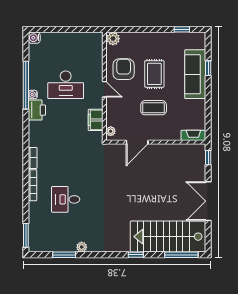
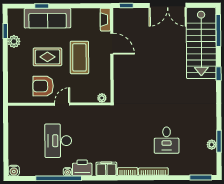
plant: (113, 39) -> (14, 41), moved
desk: (66, 85) -> (58, 141), turned 180
coffee table: (154, 108) -> (79, 57), width x1.36, depth x1.32
filing cabinet: (96, 120) -> (106, 169), moved, turned 180
door: (137, 142) -> (112, 44), moved
plant: (82, 247) -> (212, 145), moved

